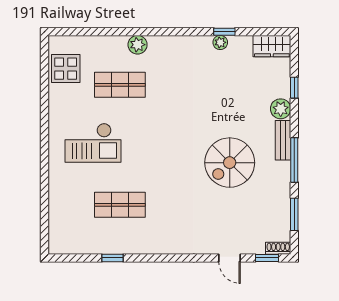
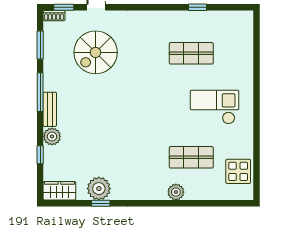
plant: (220, 42) -> (99, 189), width x1.87, depth x1.87
spiral stairs: (230, 163) -> (96, 52), moved, turned 180

